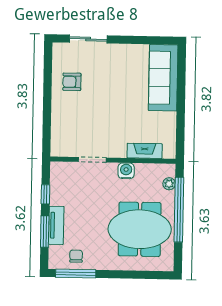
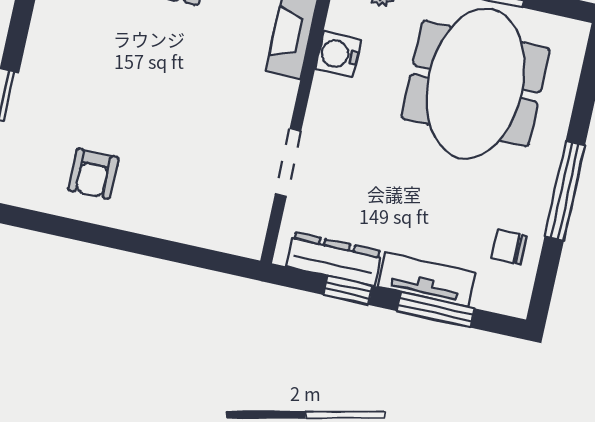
water cooler: (126, 171) -> (338, 54), moved
dresser: (57, 186) -> (334, 259), added
window: (76, 274) -> (565, 191), moved

